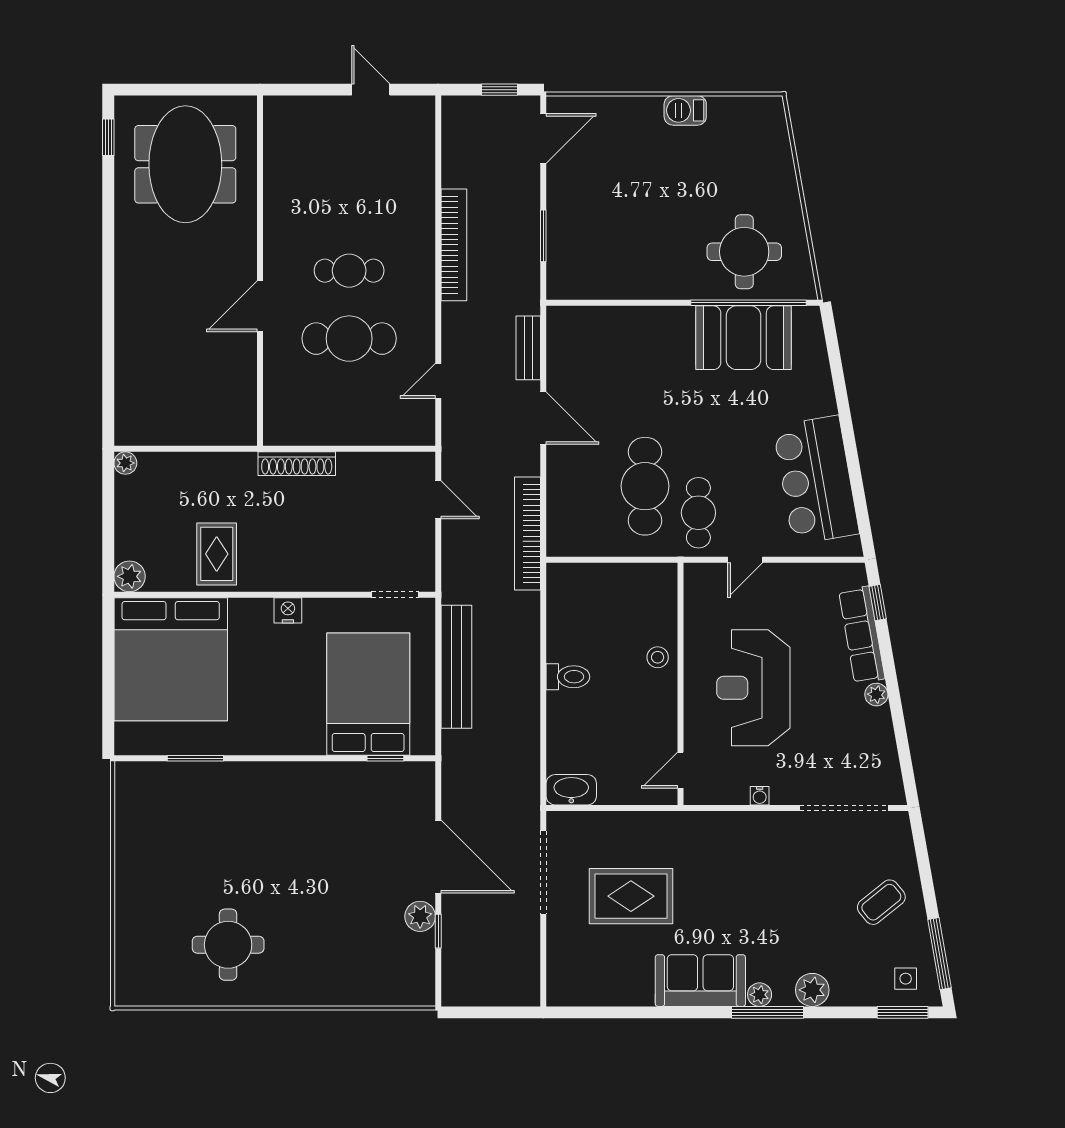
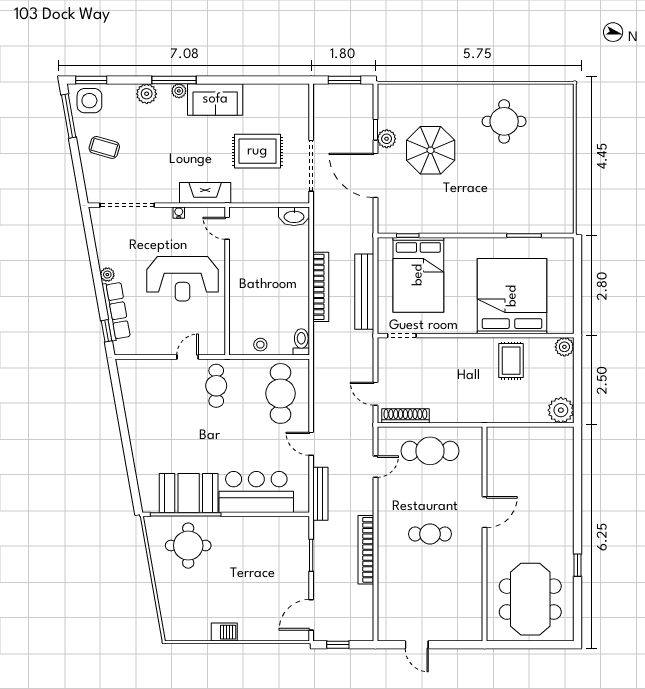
window: (108, 137) -> (577, 565), moved
cafe table: (349, 339) -> (430, 451), moved
bench: (528, 348) -> (320, 494), width x1.36
door: (543, 418) -> (311, 444), width x0.73
plant: (125, 463) -> (561, 410), width x1.88, depth x1.88
shoe rack: (297, 464) -> (405, 416), moved
bar counter: (816, 480) -> (256, 492), moved, turned -80
cafe table: (645, 486) -> (281, 393), moved
bookcase: (528, 534) -> (321, 287), moved
nightstand: (288, 610) -> (467, 326), removed
stool: (658, 657) -> (260, 345), moved
bed: (171, 659) -> (512, 296), moved
toilet: (568, 677) -> (301, 342), moved, turned 90
reception desk: (753, 688) -> (183, 279), turned 90
door: (681, 770) -> (227, 228), swing flipped
fireplace: (717, 828) -> (205, 193), added
parasol: (348, 898) -> (431, 150), added
coffee table: (881, 902) -> (104, 147), turned 55
side table: (906, 979) -> (89, 101), width x1.87, depth x1.87
window: (489, 1012) -> (344, 80), added

